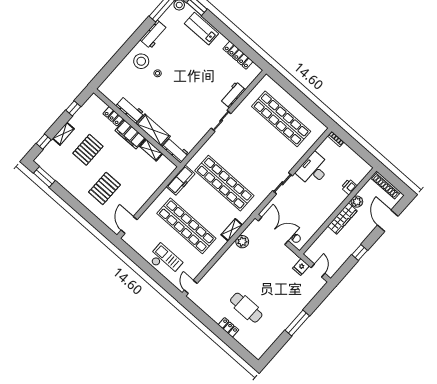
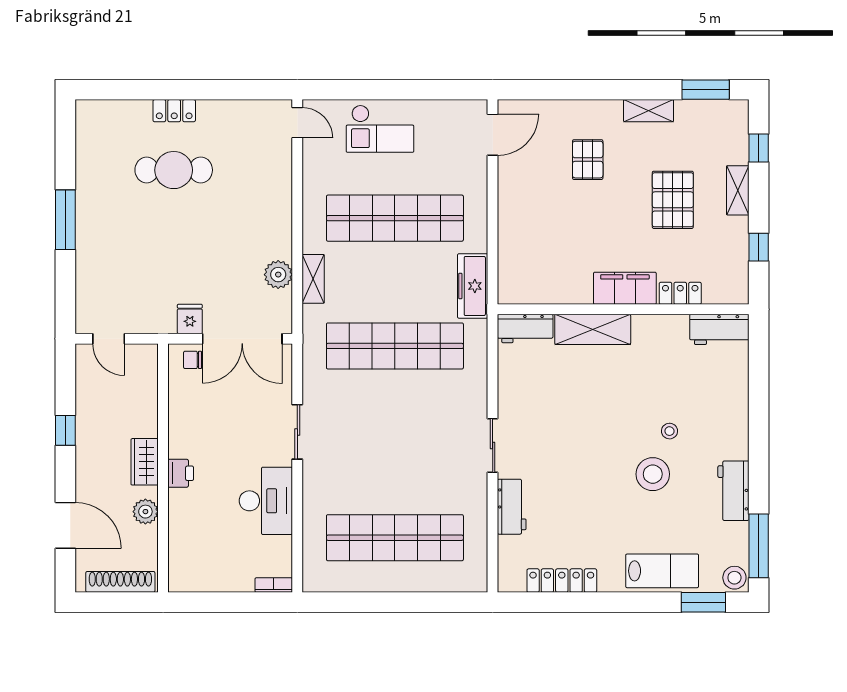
stool: (141, 61) -> (653, 474), moved
workbench: (130, 110) -> (719, 329), moved
shelving: (151, 150) -> (649, 111), moved
printer: (349, 187) -> (181, 473), moved
pallet: (104, 188) -> (588, 160), width x0.67, depth x0.71
wardrobe: (342, 219) -> (145, 462), width x0.67
door: (129, 225) -> (493, 135), hinge flipped
fridge: (301, 267) -> (190, 319), moved

